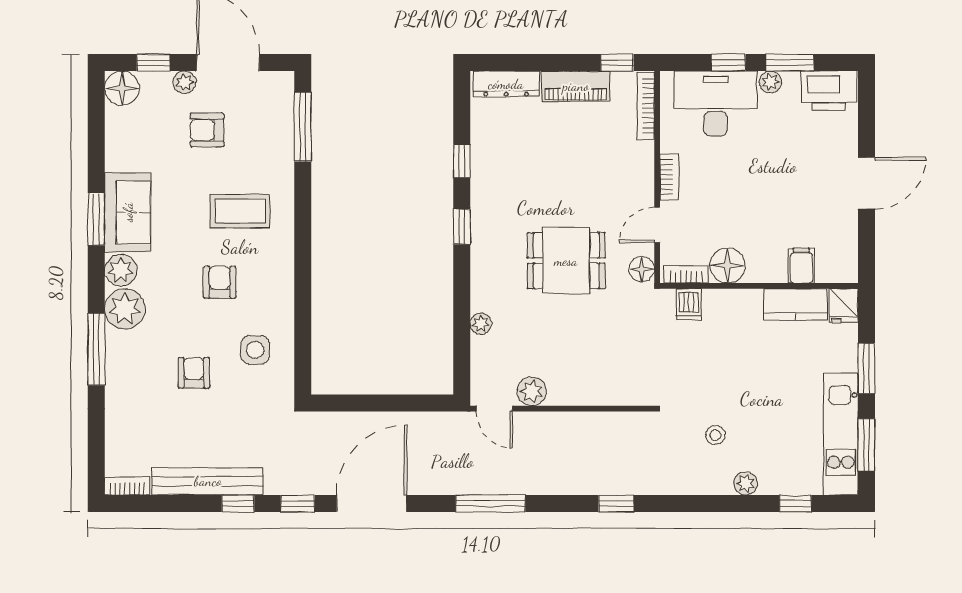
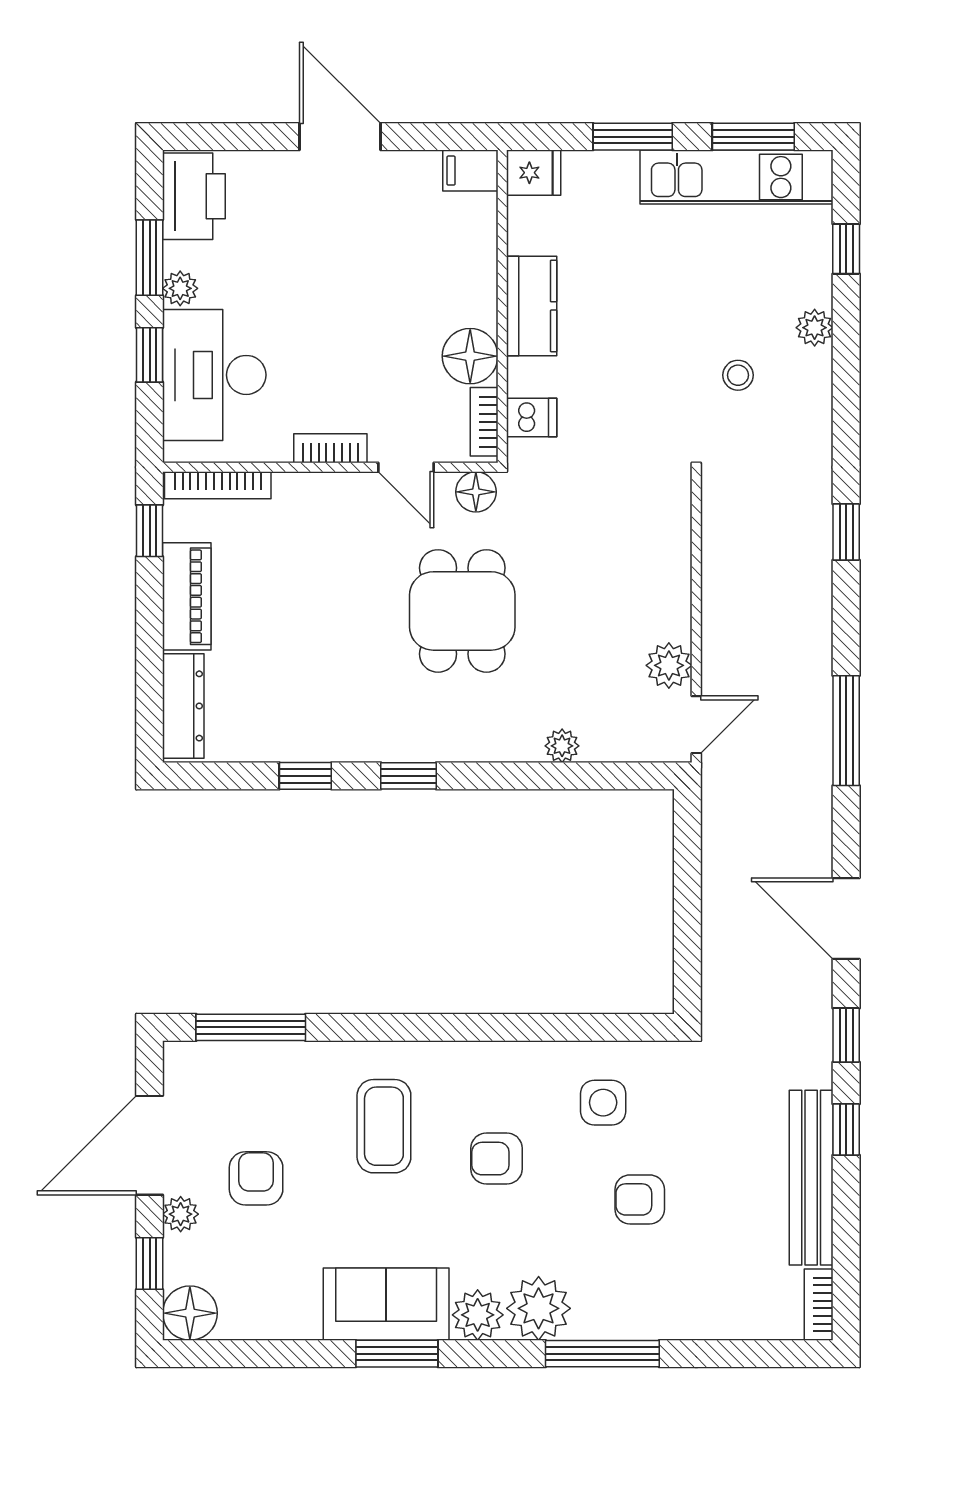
armchair: (207, 130) -> (256, 1178), turned 180
filing cabinet: (801, 266) -> (470, 171), moved
kitchen counter: (795, 304) -> (532, 306), moved
door: (372, 504) -> (846, 918), width x0.73

